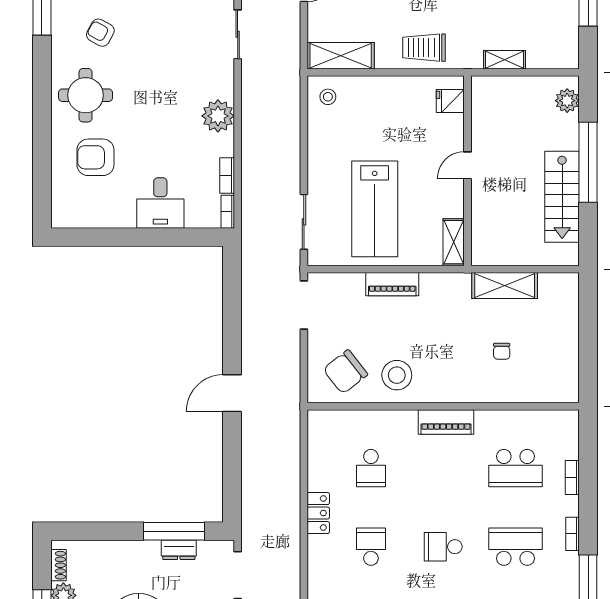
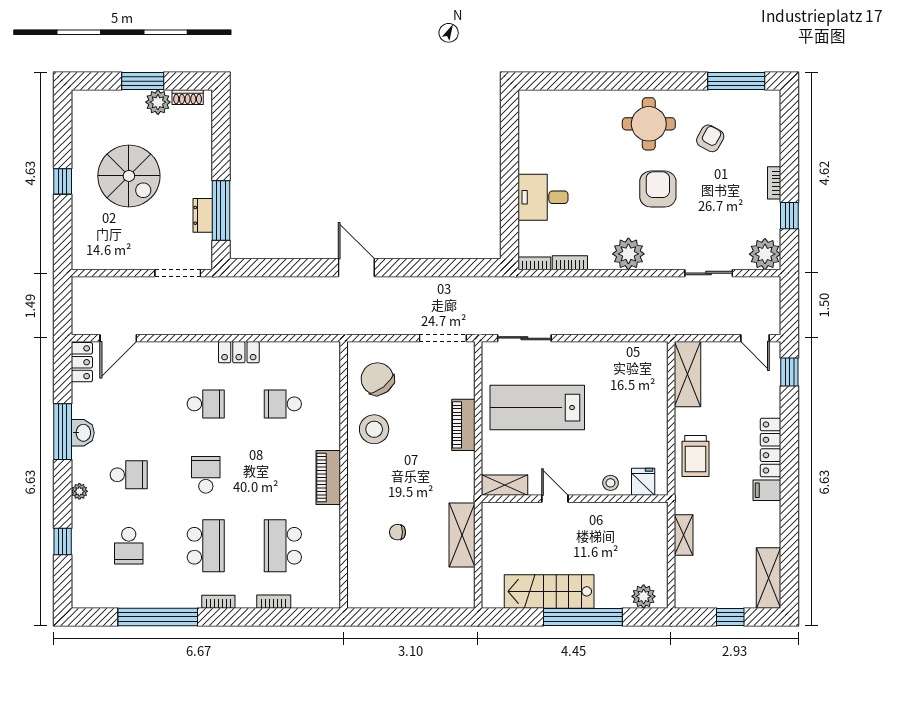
trolley: (424, 48) -> (695, 456), turned 180
stool: (328, 97) -> (610, 483), moved
armchair: (95, 157) -> (658, 189), moved
door: (468, 165) -> (555, 499), moved

